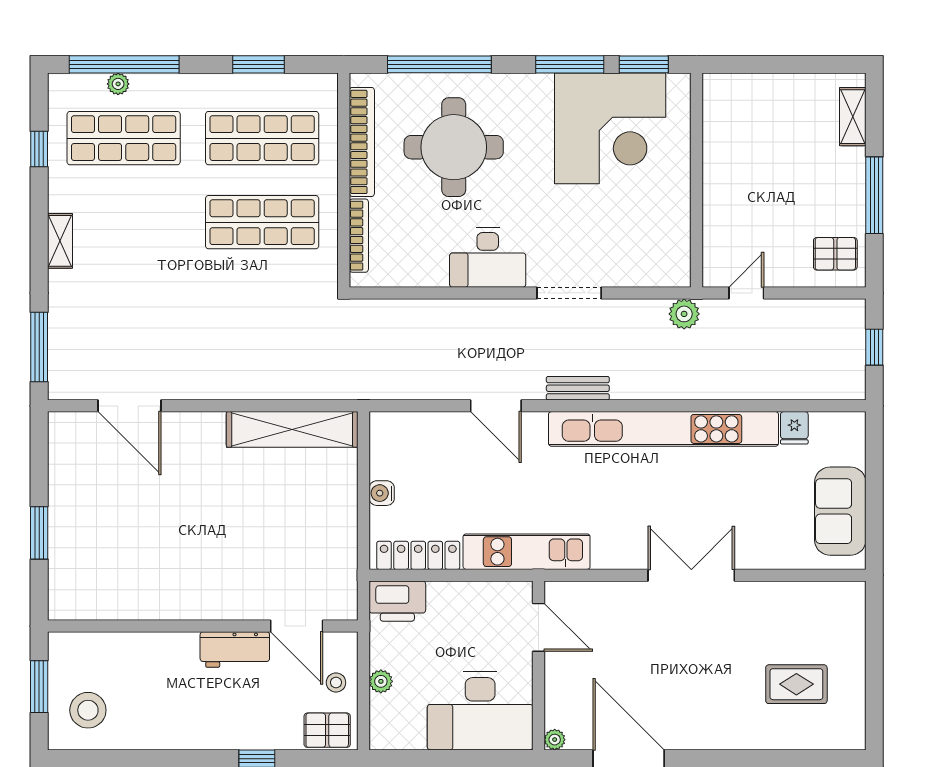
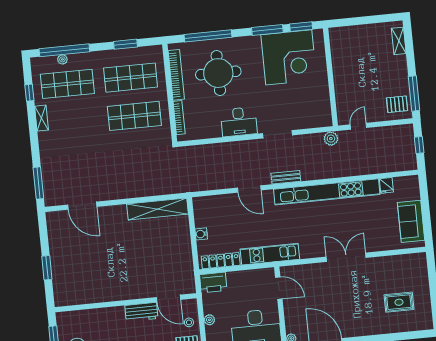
window: (874, 195) -> (414, 93), moved
shelving: (60, 241) -> (42, 118), moved

